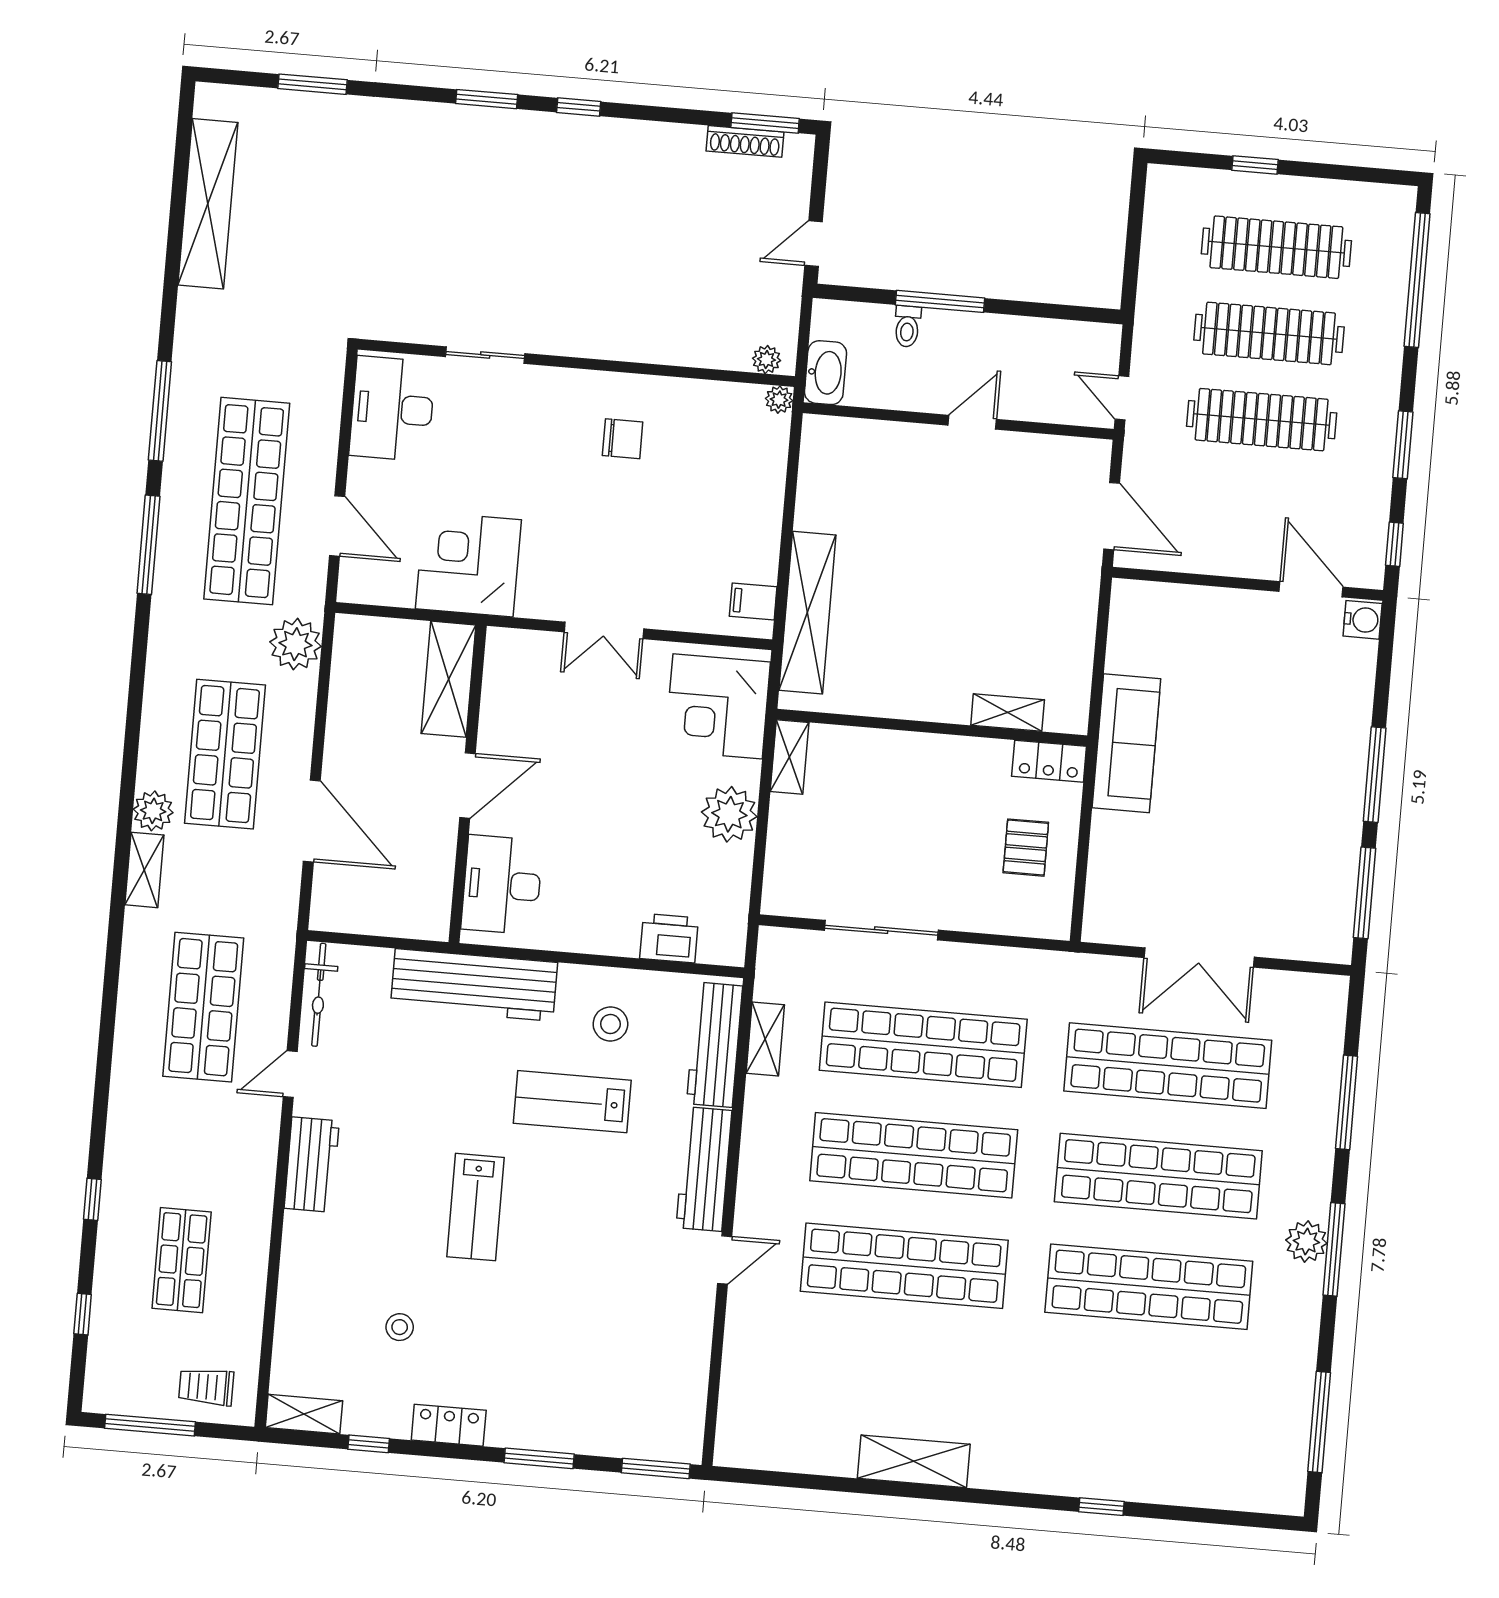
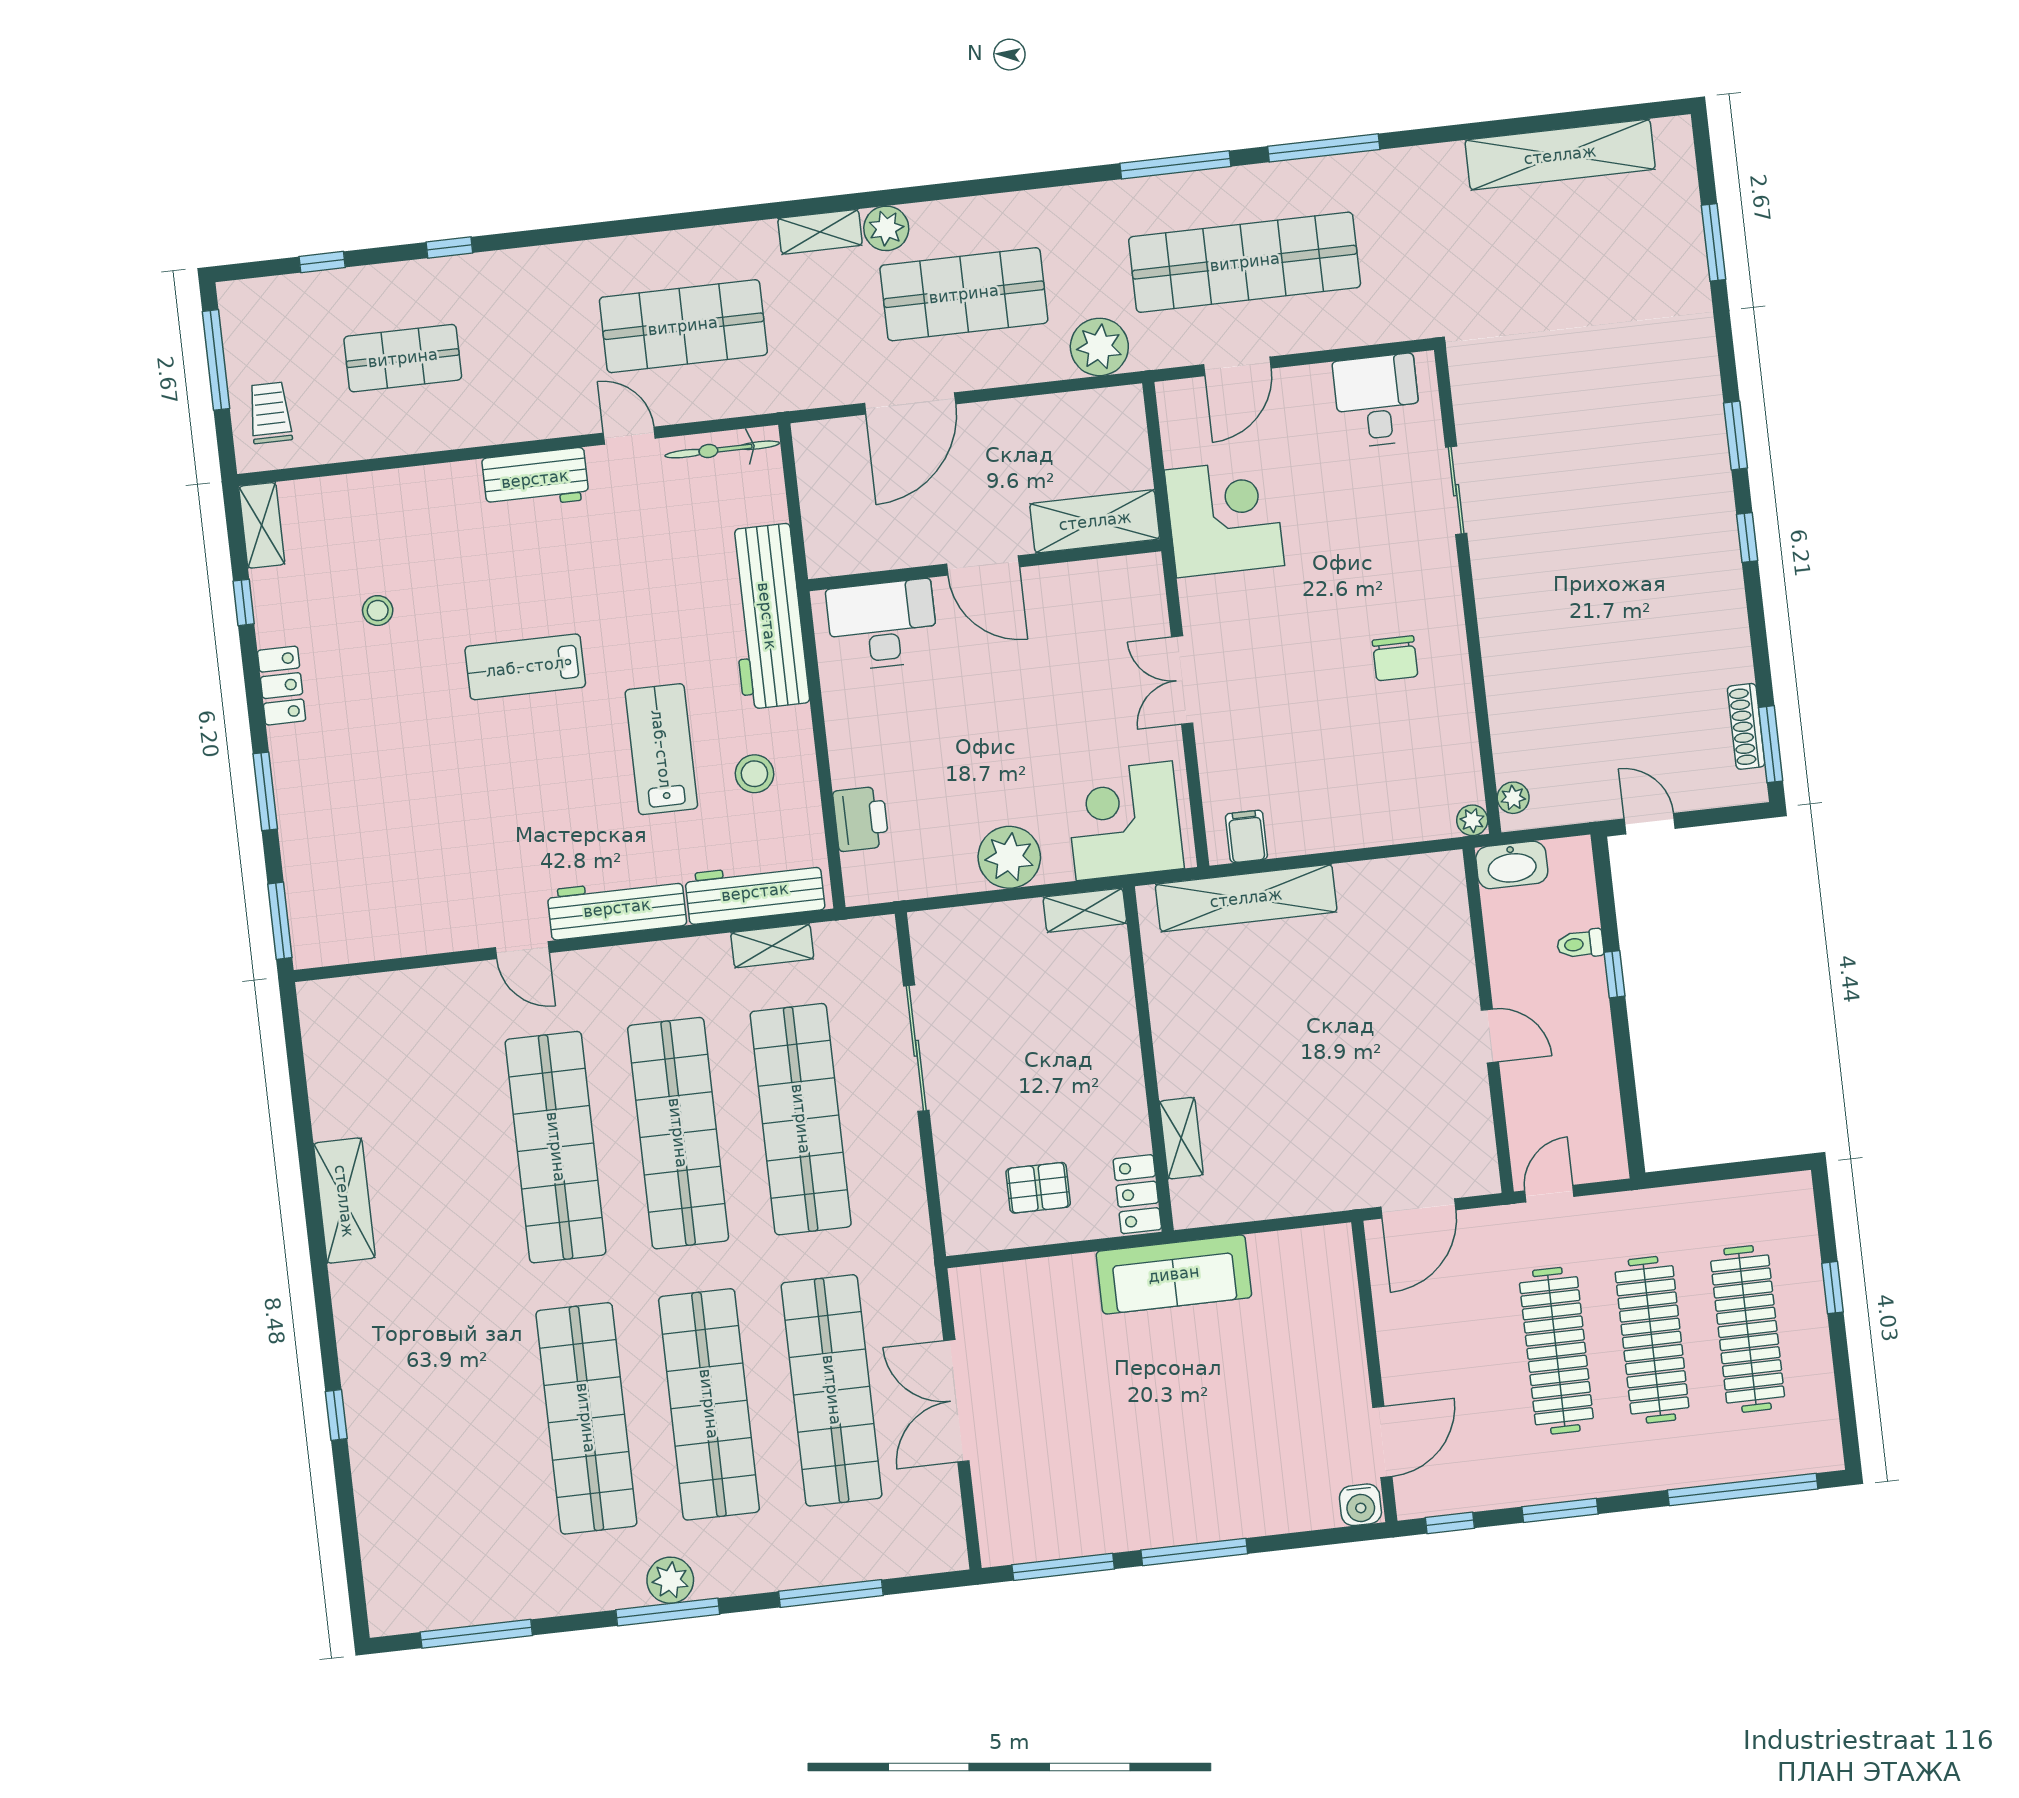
window: (940, 301) -> (1615, 974), width x0.46
desk: (392, 409) -> (1377, 401), width x0.73

